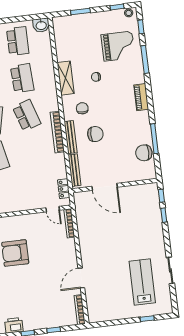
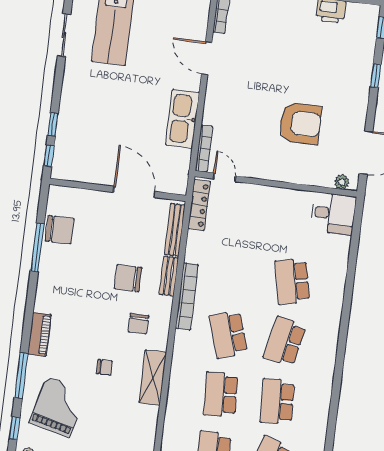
grand piano: (118, 46) -> (58, 407), turned 104
piano: (141, 97) -> (40, 334), moved
bench: (71, 137) -> (169, 276), width x0.73
locker: (64, 189) -> (199, 205), width x1.53
kitchen sink: (87, 238) -> (183, 119), added
door: (81, 278) -> (207, 58), swing flipped

